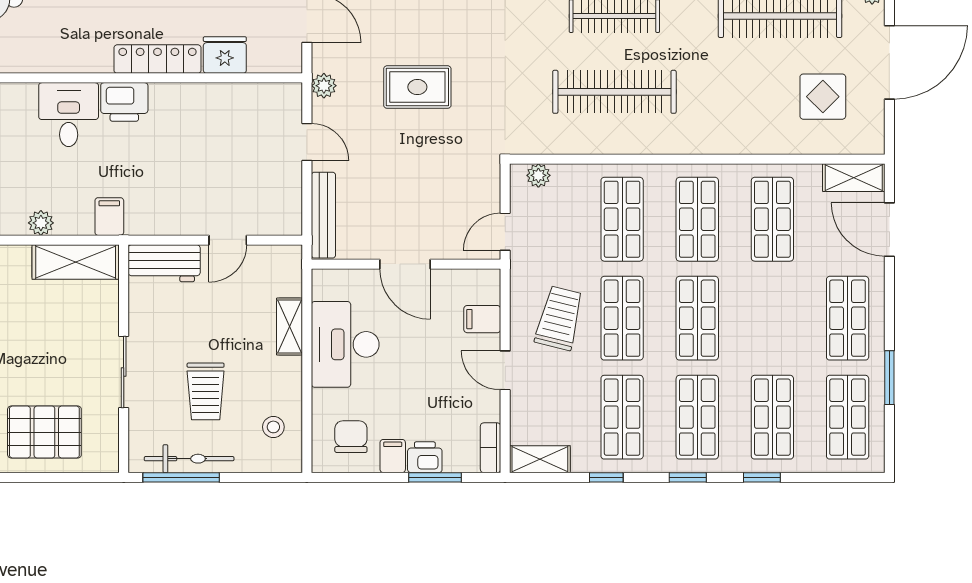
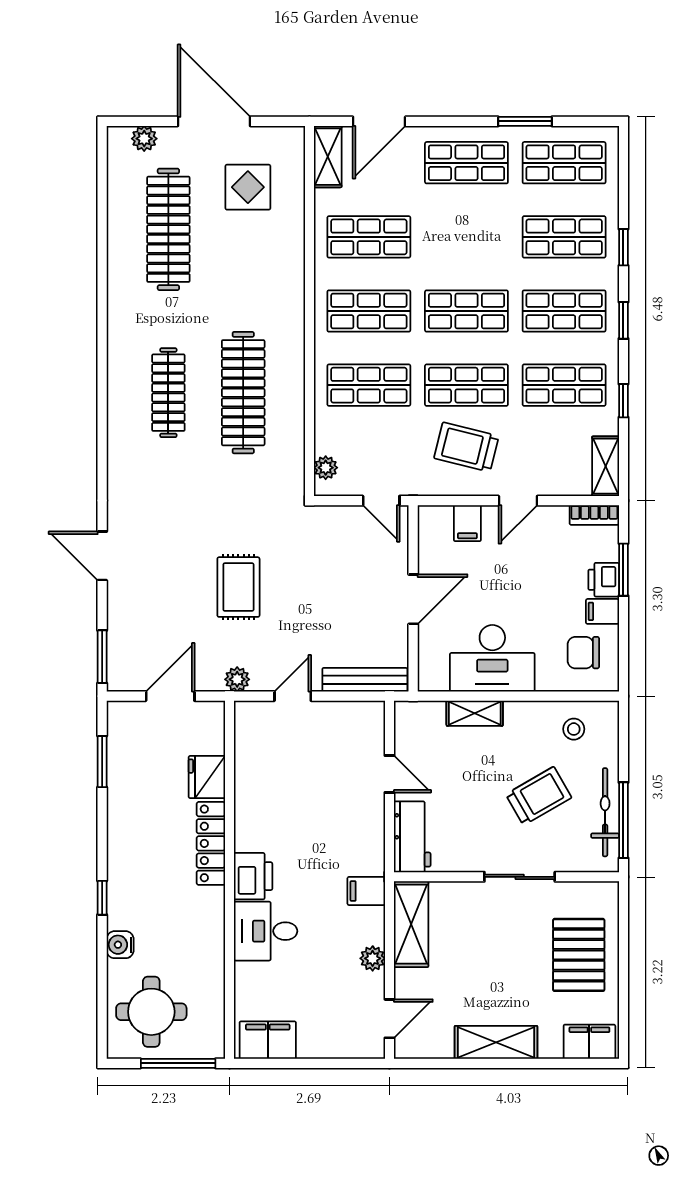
trolley: (206, 391) -> (539, 796), turned -30

